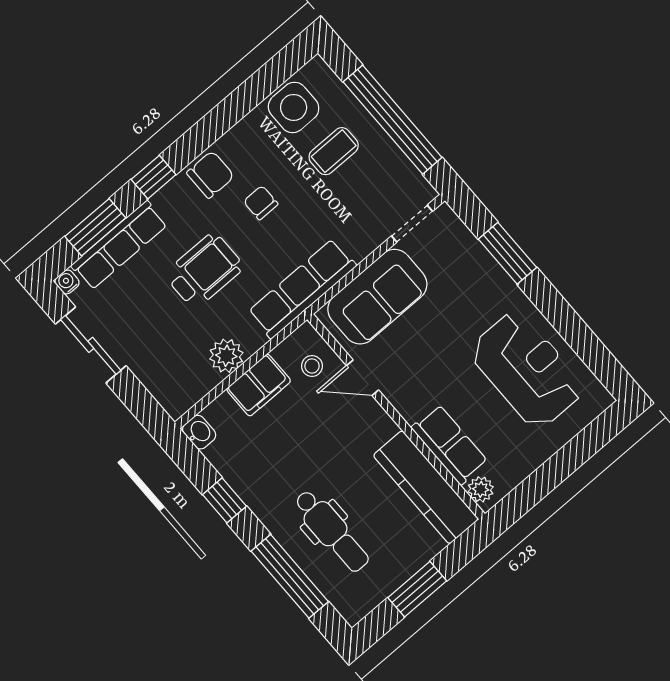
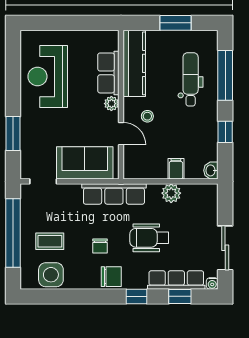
chair: (210, 175) -> (111, 277), turned 180
window: (95, 227) -> (180, 296), width x0.67
stool: (312, 366) -> (147, 116), moved
filing cabinet: (259, 385) -> (176, 169), width x0.50
plant: (481, 489) -> (111, 104), moved

